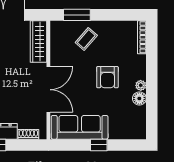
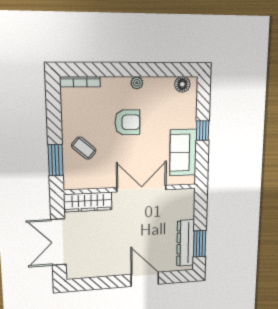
floor lamp: (139, 98) -> (182, 84), moved
sofa: (80, 127) -> (183, 153), width x0.73
shoe rack: (28, 134) -> (189, 208), removed

